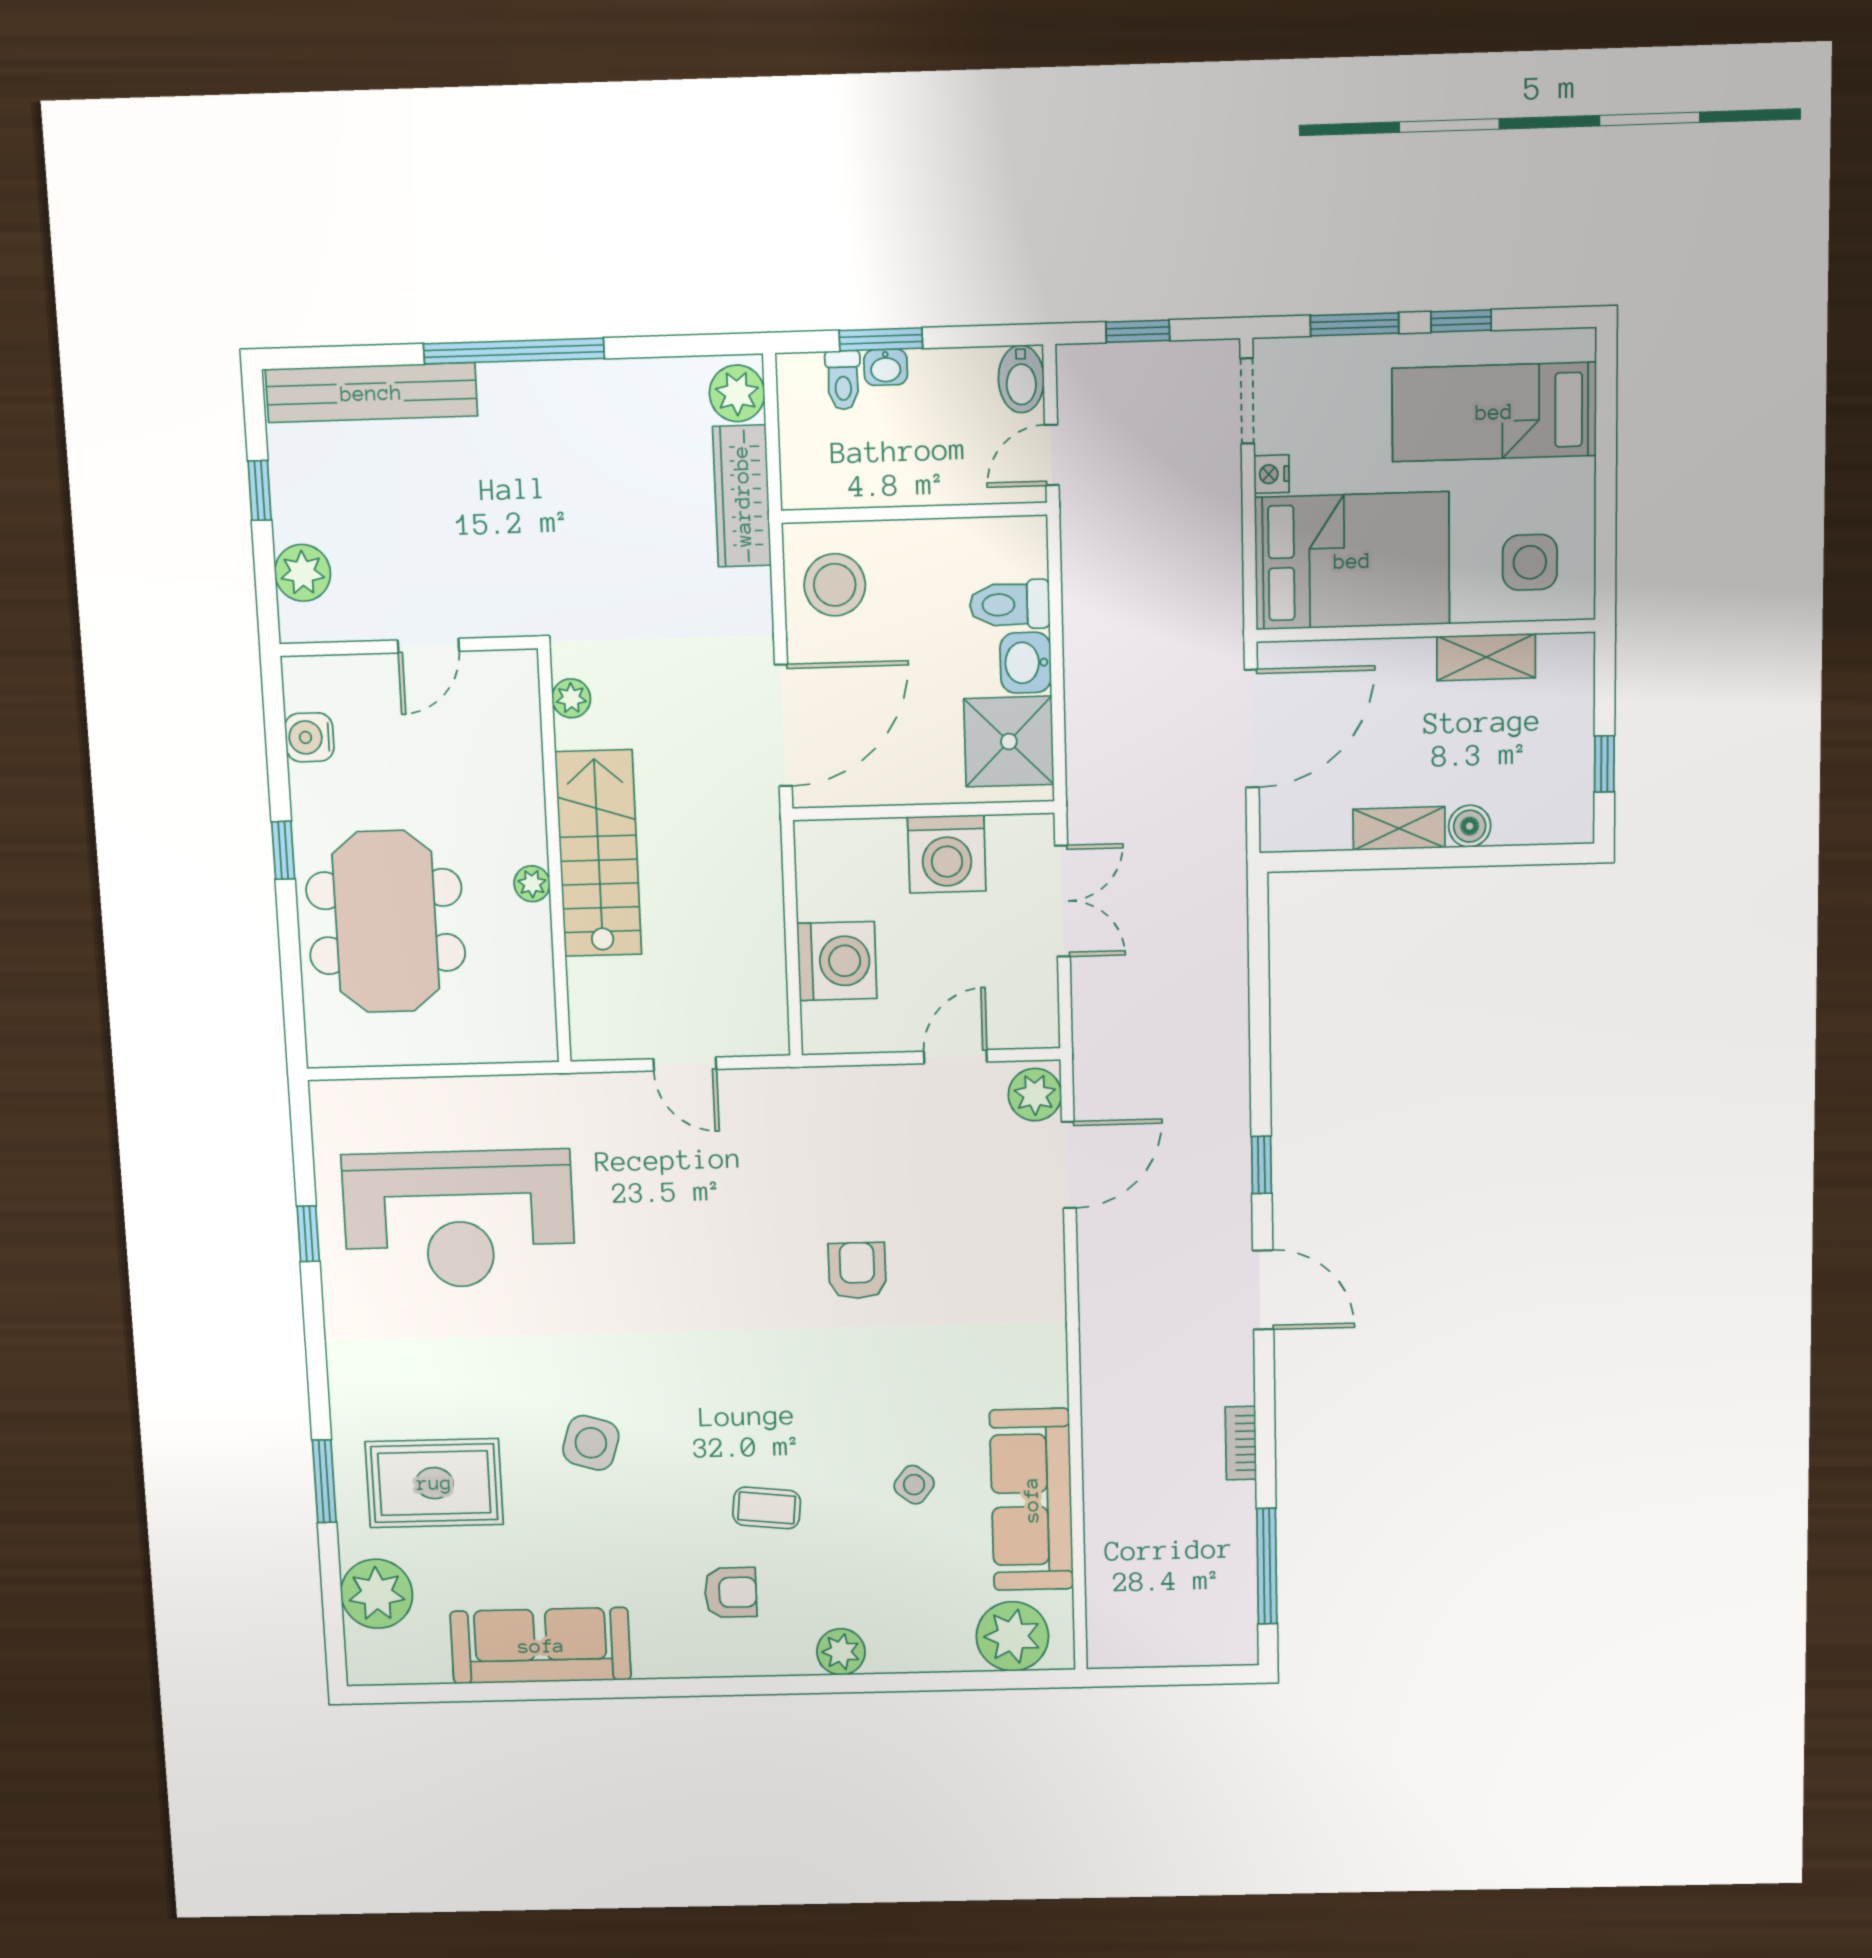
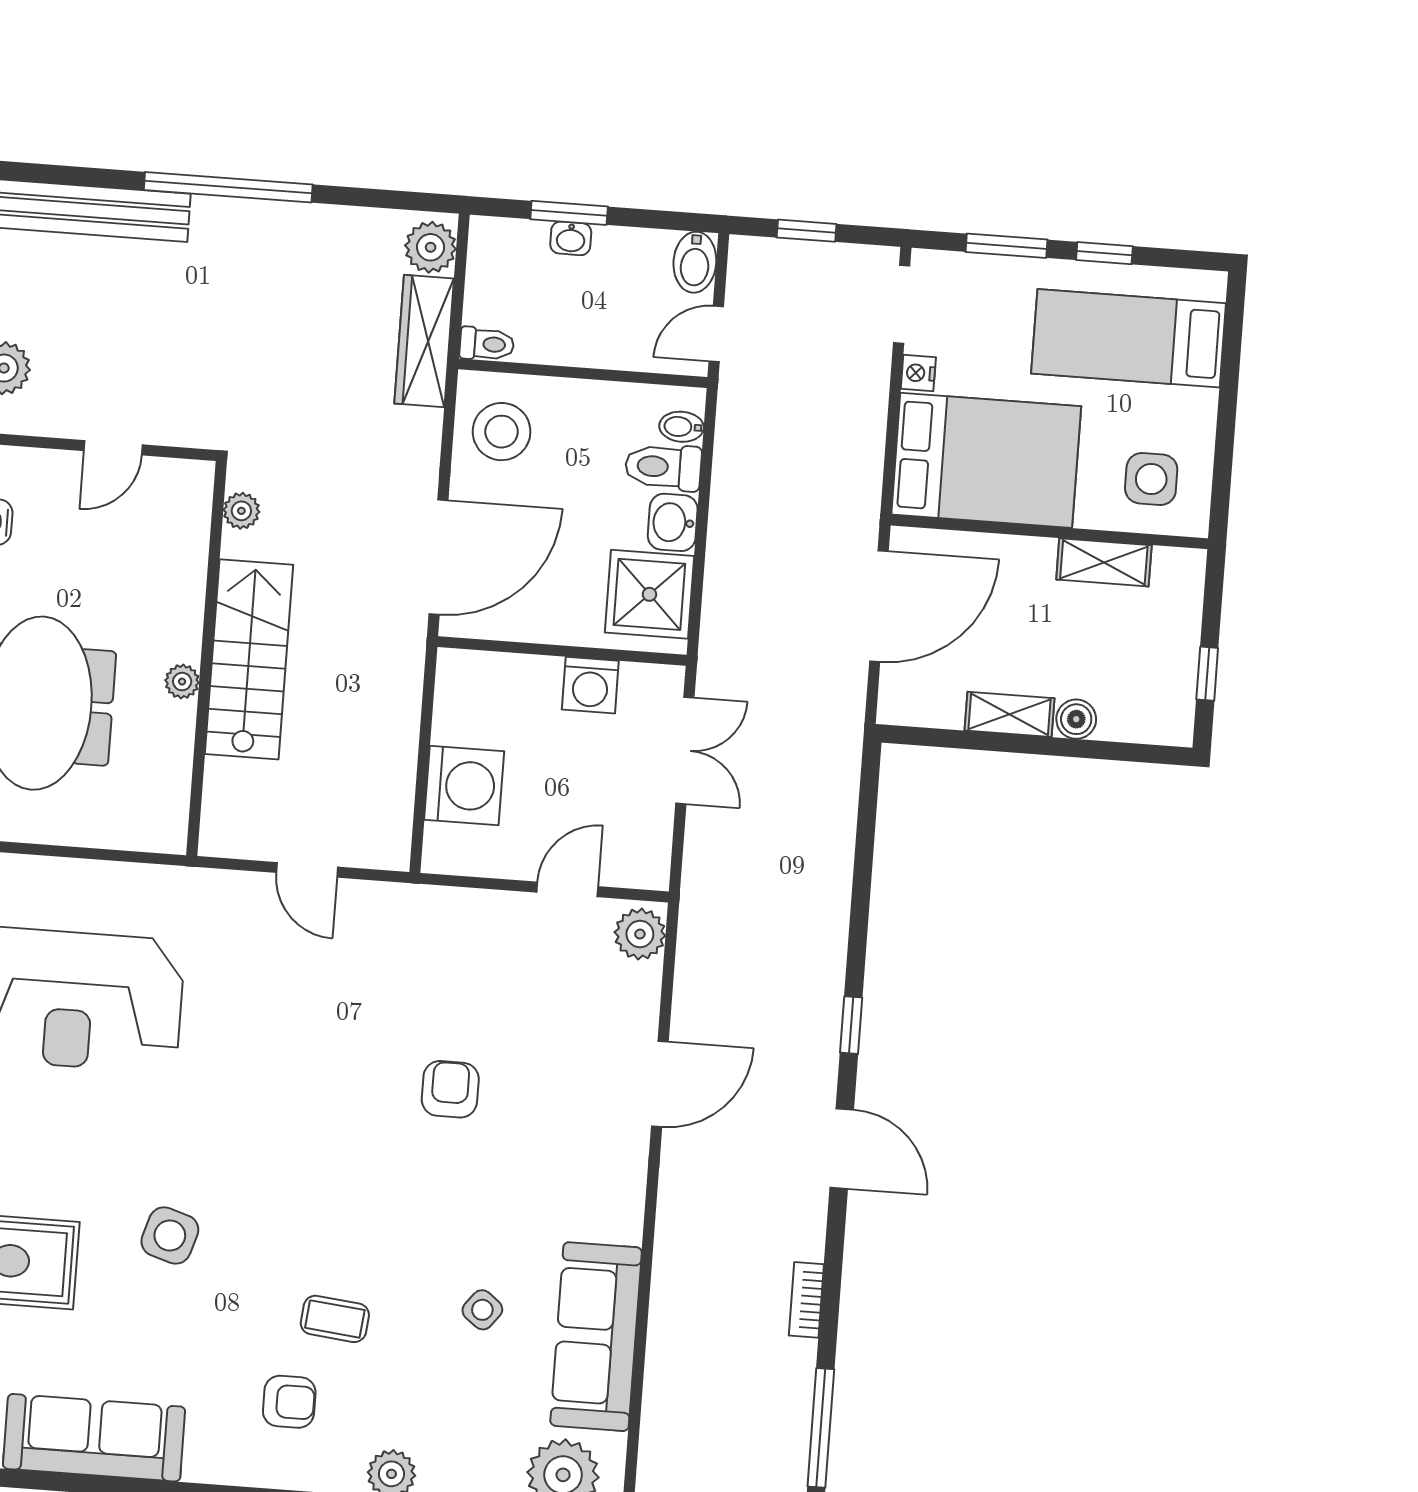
toilet: (843, 380) -> (487, 344), moved, turned -90
bidet: (1025, 559) -> (681, 427), added
washing machine: (947, 854) -> (590, 685), width x0.73, depth x0.73
door: (1069, 1165) -> (660, 1084), moved

